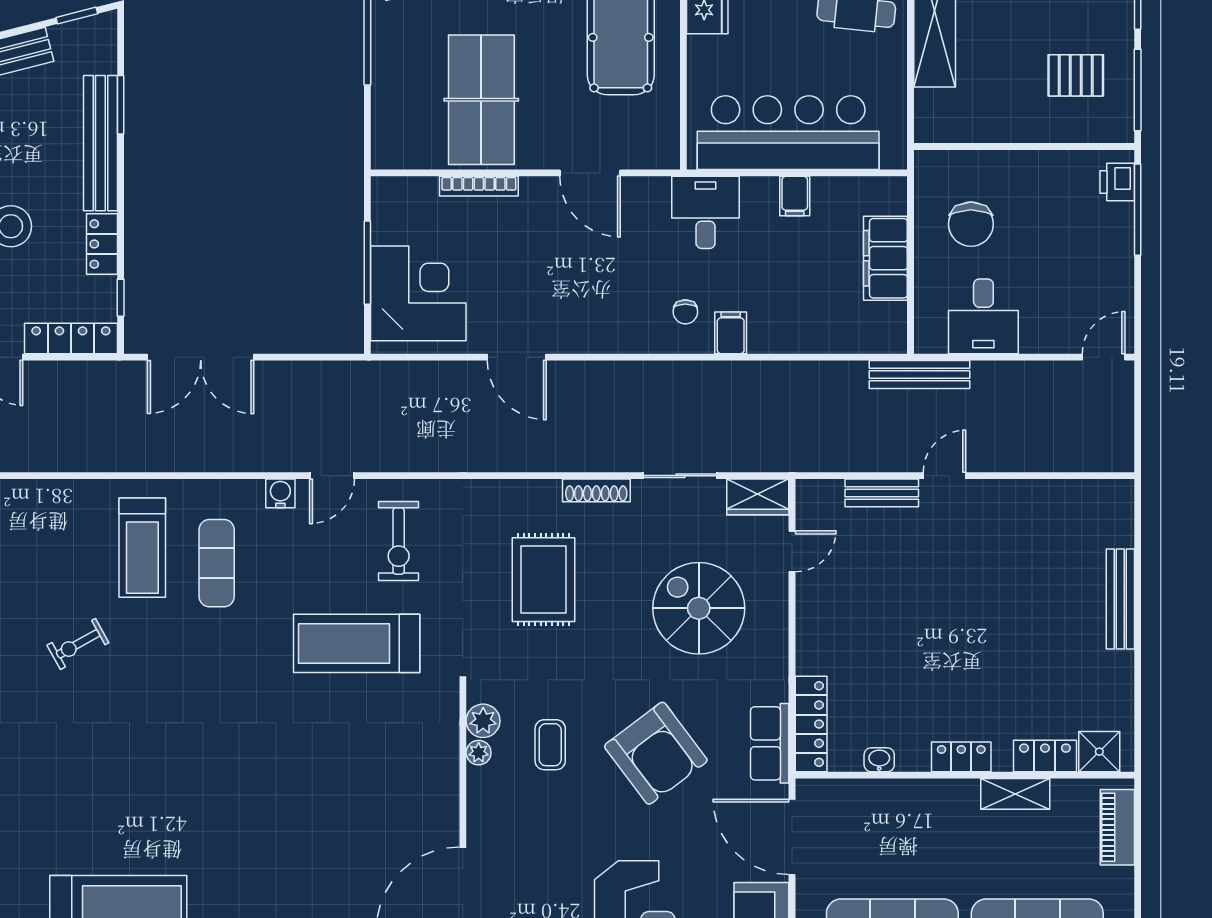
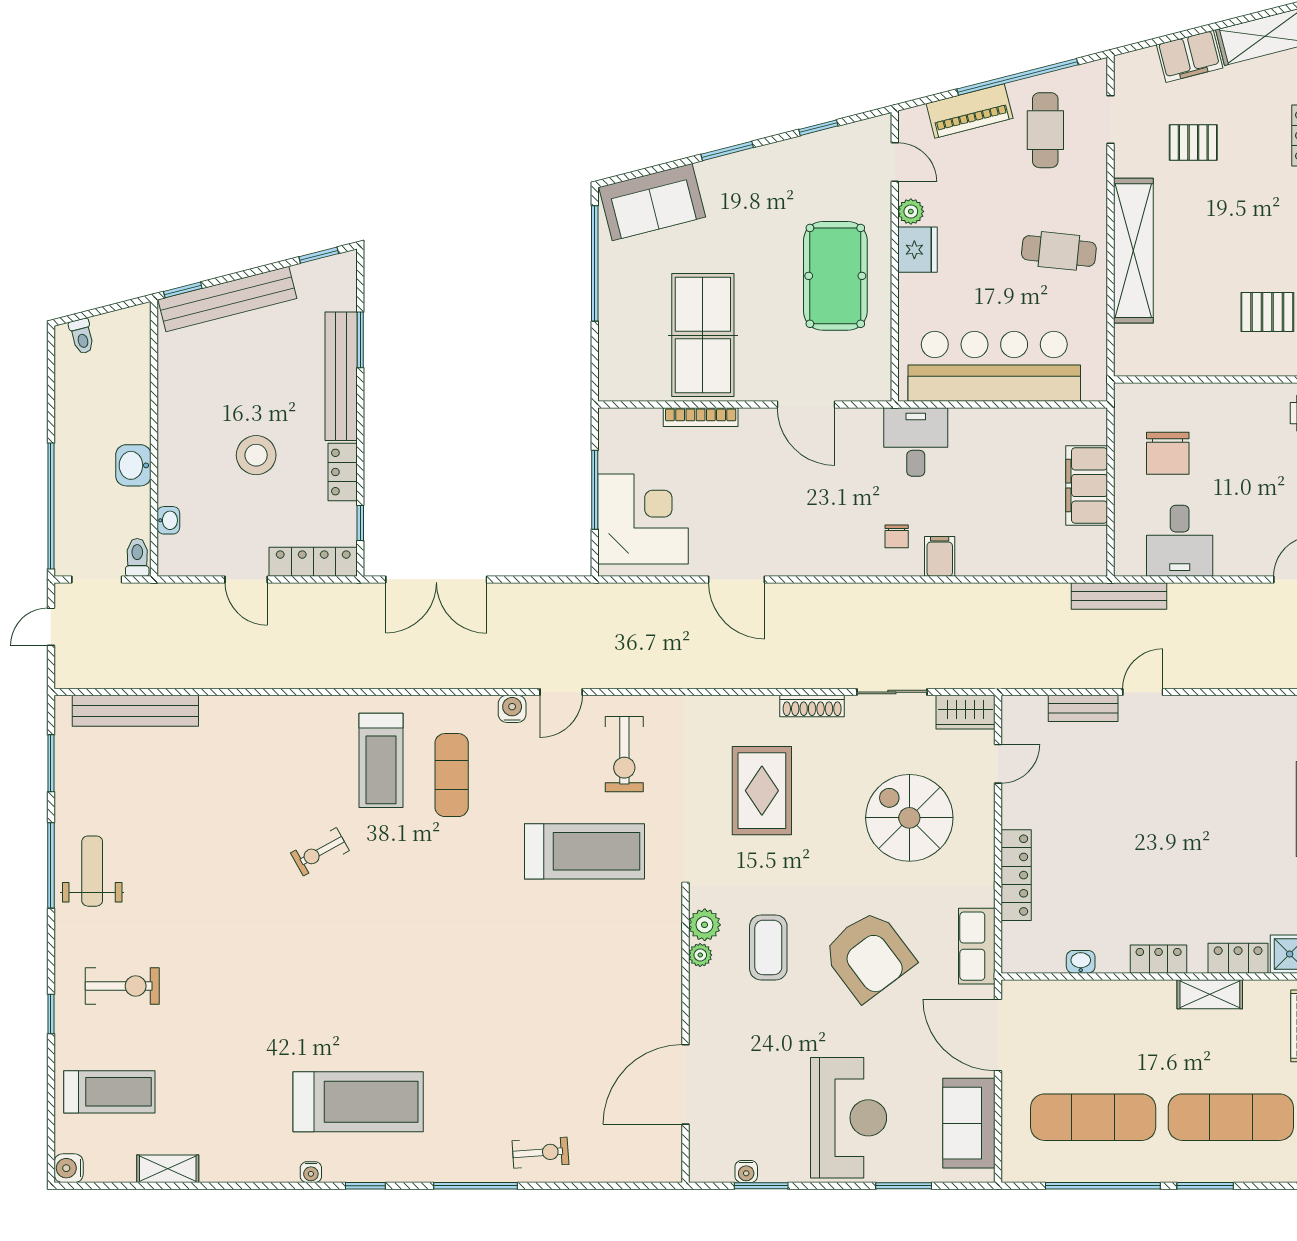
filing cabinet: (795, 196) -> (1000, 427), removed
treadmill: (357, 643) -> (584, 851), turned 180
locker: (811, 724) -> (1016, 875), moved
coffee table: (550, 745) -> (768, 947), width x1.36, depth x1.30

